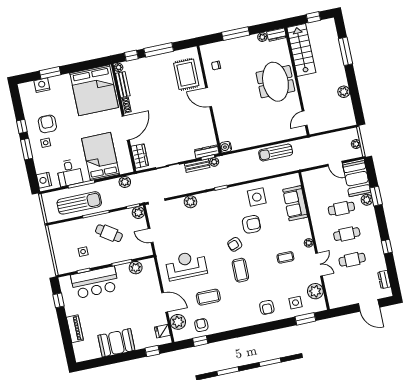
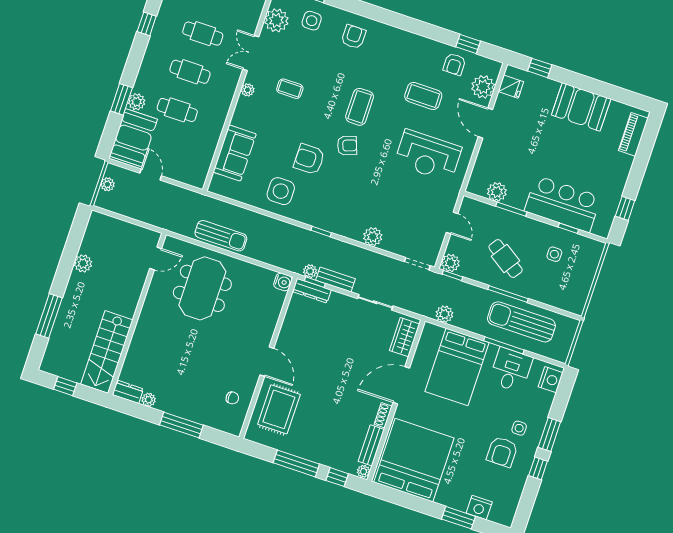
meeting table: (275, 82) -> (202, 288), moved
piano: (75, 329) -> (633, 134), moved

